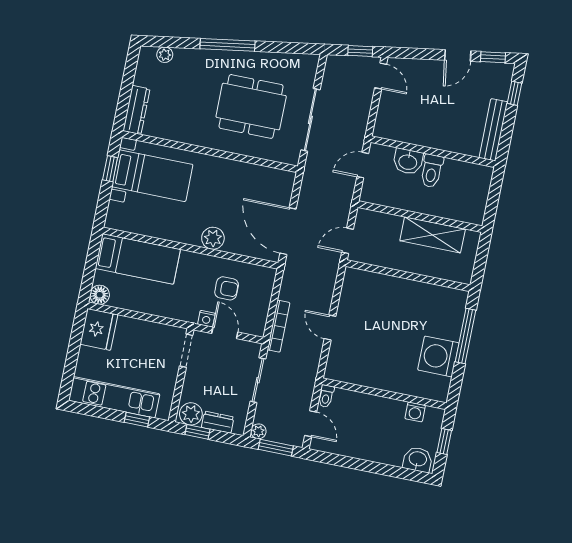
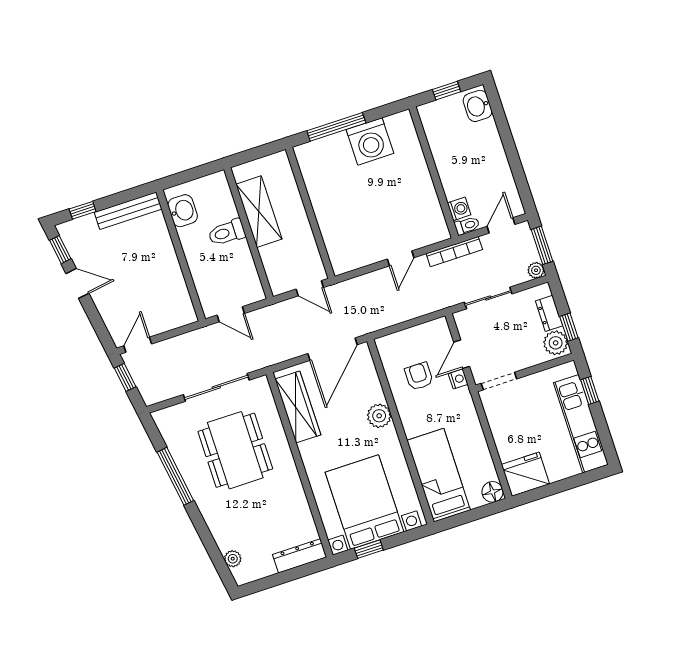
window: (228, 45) -> (175, 476), moved
washbasin: (408, 162) -> (183, 211), moved
toilet: (432, 171) -> (227, 233), moved, turned 180
bed with nightstands: (152, 176) -> (365, 502), width x1.36
wardrobe: (257, 177) -> (298, 407), added
bookcase: (279, 326) -> (454, 252), moved, turned 180
washing machine: (415, 412) -> (459, 209), moved

